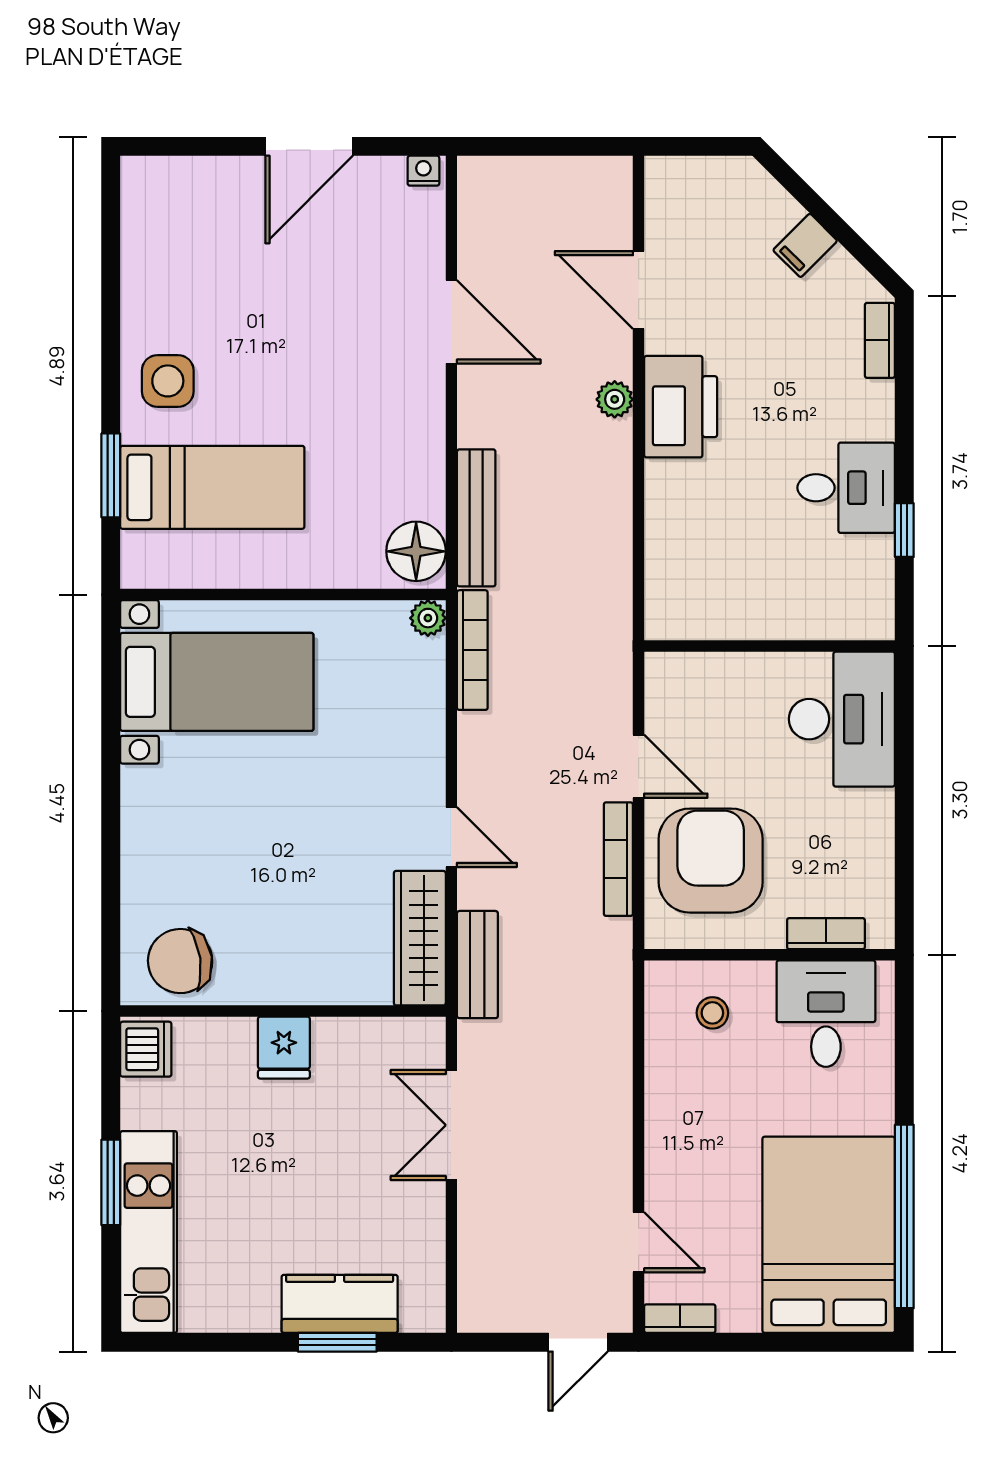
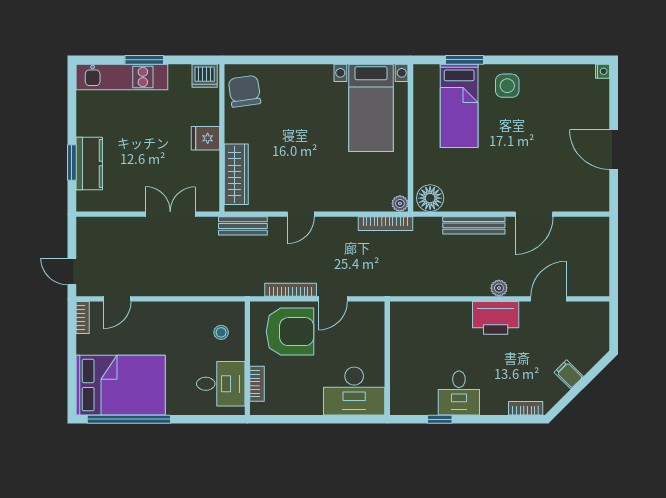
nightstand: (423, 171) -> (603, 71), moved
bench: (476, 518) -> (474, 225), moved
wardrobe: (420, 938) -> (236, 174), moved, turned 90

